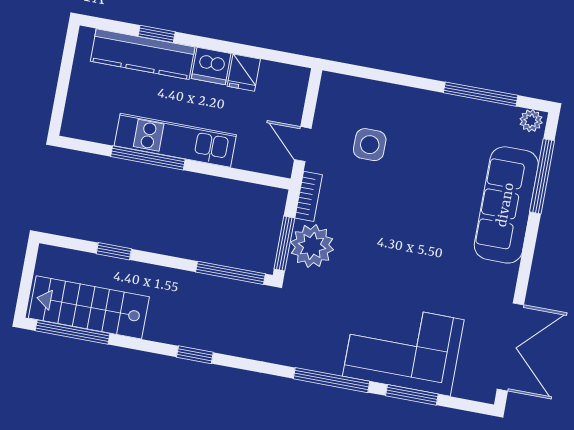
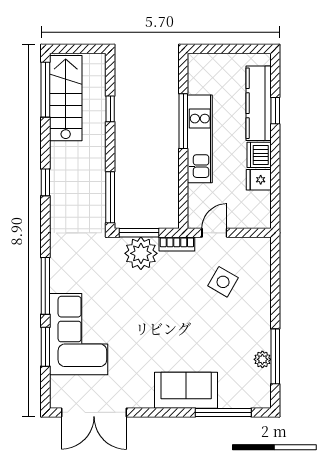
plant: (531, 121) -> (262, 359), moved
side table: (370, 145) -> (223, 282), turned 30
sofa: (506, 205) -> (186, 390), width x0.73

